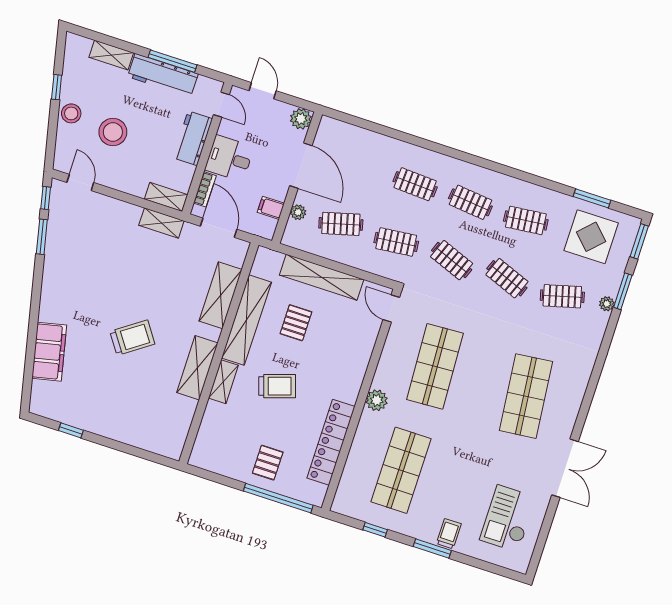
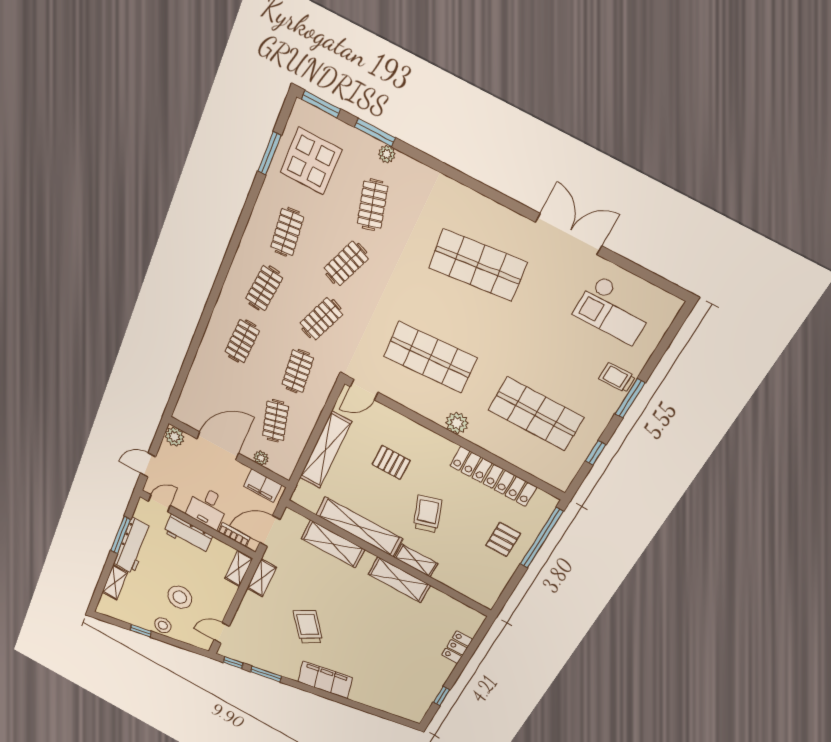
filing cabinet: (271, 208) -> (263, 486), width x2.00
pallet: (296, 323) -> (391, 463), moved
trolley: (132, 338) -> (308, 627), moved
filing cabinet: (49, 352) -> (325, 680), moved
locker: (135, 437) -> (457, 647), added
pallet: (268, 463) -> (503, 539), turned 90

